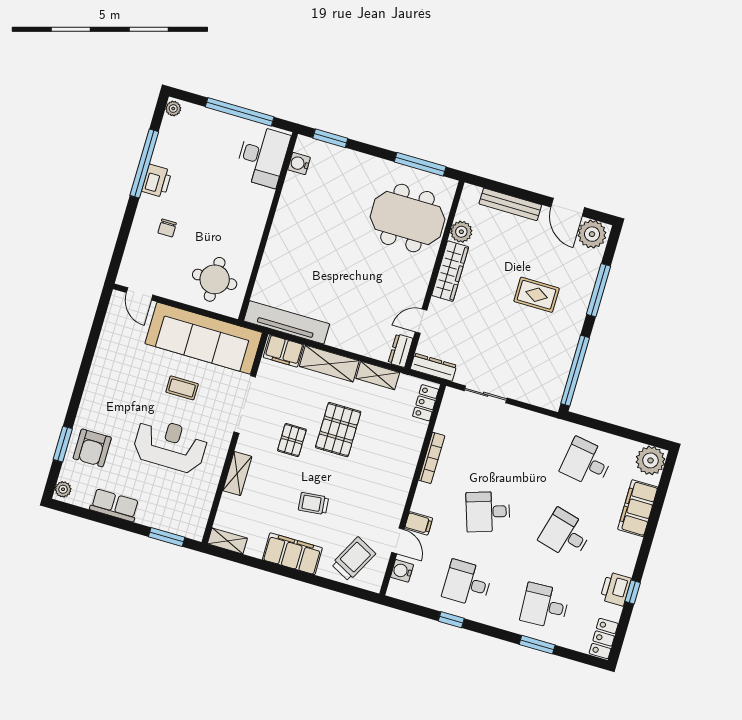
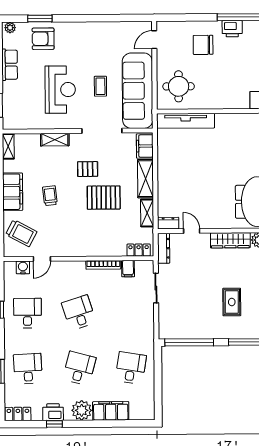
chair: (167, 228) -> (203, 45), width x1.87, depth x1.87
tv unit: (287, 322) -> (186, 121), moved, turned 90
plant: (650, 460) -> (82, 410), moved
filing cabinet: (419, 523) -> (128, 269), moved

